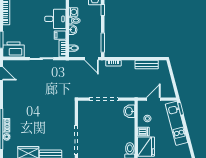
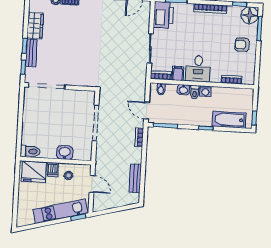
door: (91, 59) -> (147, 111), hinge flipped
washbasin: (129, 111) -> (65, 153), moved

